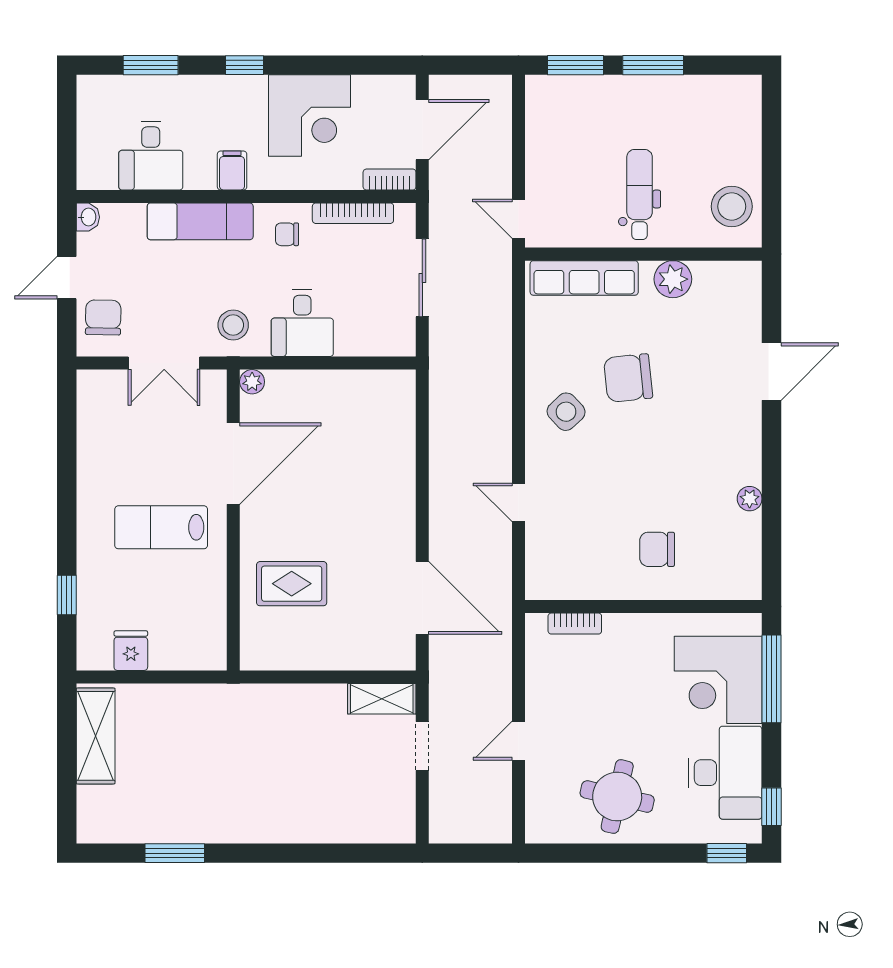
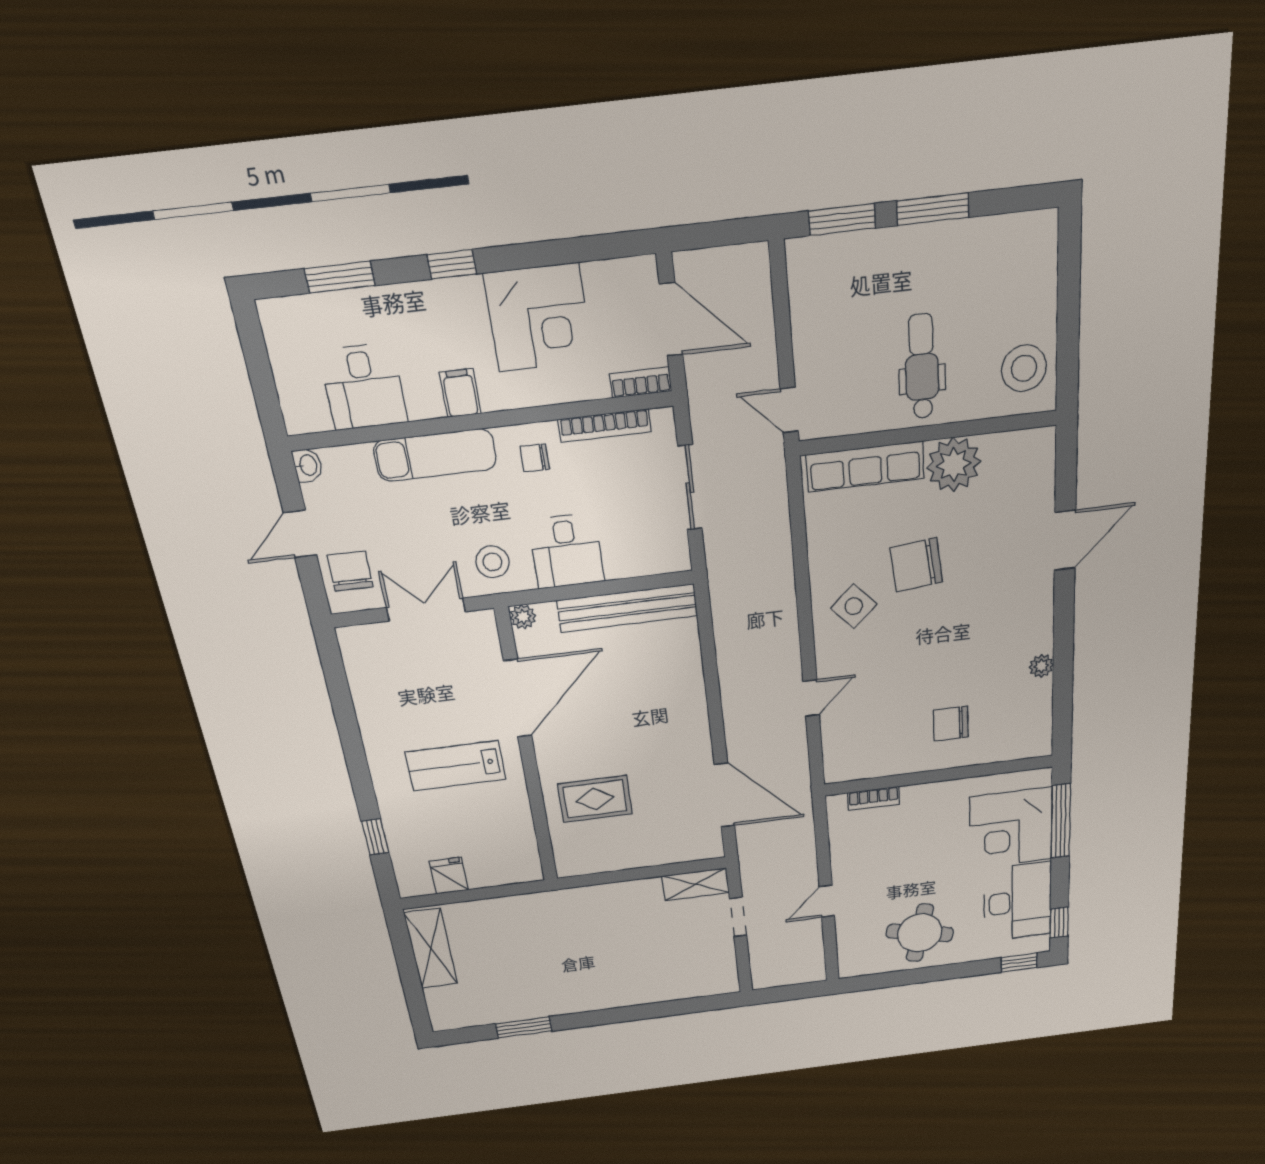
door: (422, 130) -> (671, 319), hinge flipped
plant: (673, 279) -> (954, 465), width x1.36, depth x1.36
double door: (164, 363) -> (426, 610), swing flipped
bench: (351, 386) -> (627, 608), added
door: (518, 502) -> (811, 698), swing flipped

